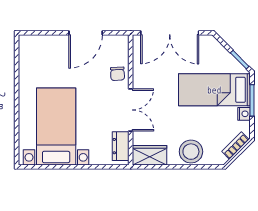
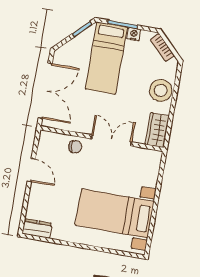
door: (86, 33) -> (31, 170), width x0.73
dresser: (121, 146) -> (37, 228), moved, turned 180

